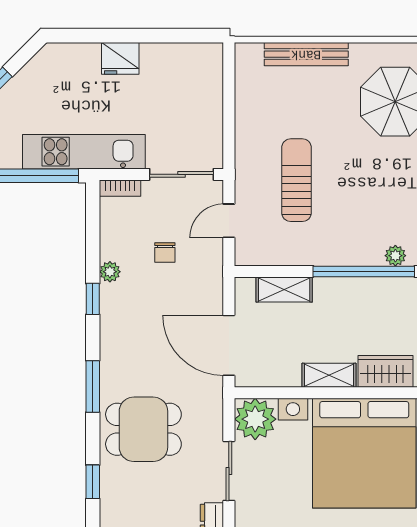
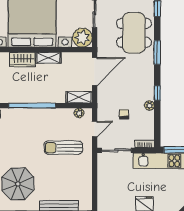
sun lounger: (297, 180) -> (63, 148), turned 90
plant: (395, 256) -> (79, 113), moved
shelving: (284, 289) -> (79, 97), moved
door: (229, 345) -> (95, 72), hinge flipped
dining table: (143, 429) -> (134, 33), width x1.38

